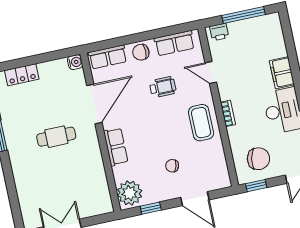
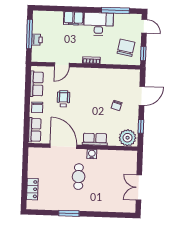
printer: (219, 32) -> (37, 40), moved
water cooler: (75, 62) -> (92, 154), moved
coffee table: (201, 123) -> (93, 79), removed

